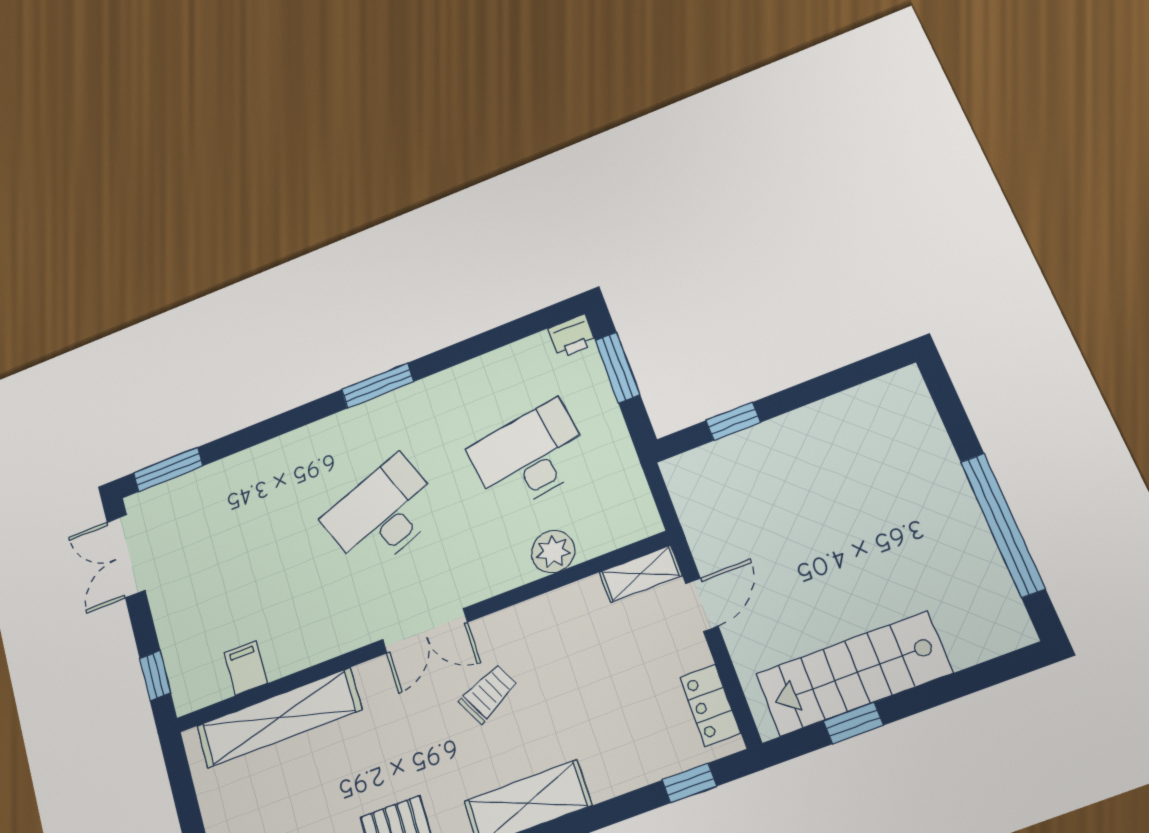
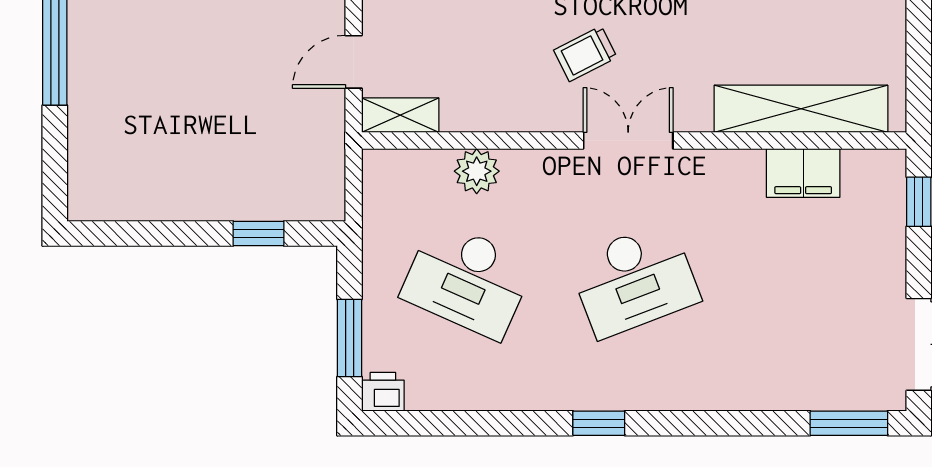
window: (377, 386) -> (599, 423), width x0.67
desk: (530, 456) -> (467, 280), turned 33
filing cabinet: (246, 668) -> (803, 173), width x2.00

